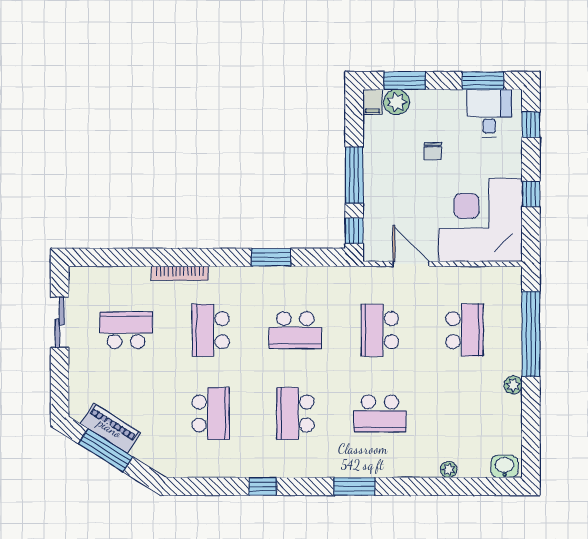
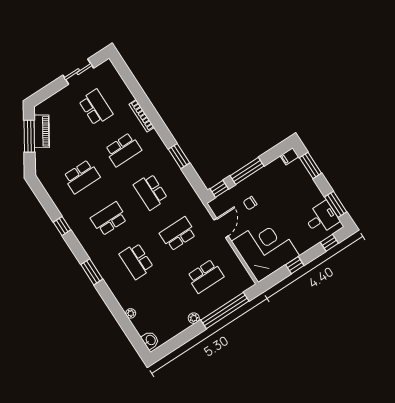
plant: (397, 102) -> (297, 168), removed
chair: (433, 151) -> (250, 203), moved
school desk: (211, 330) -> (123, 150), turned 180

